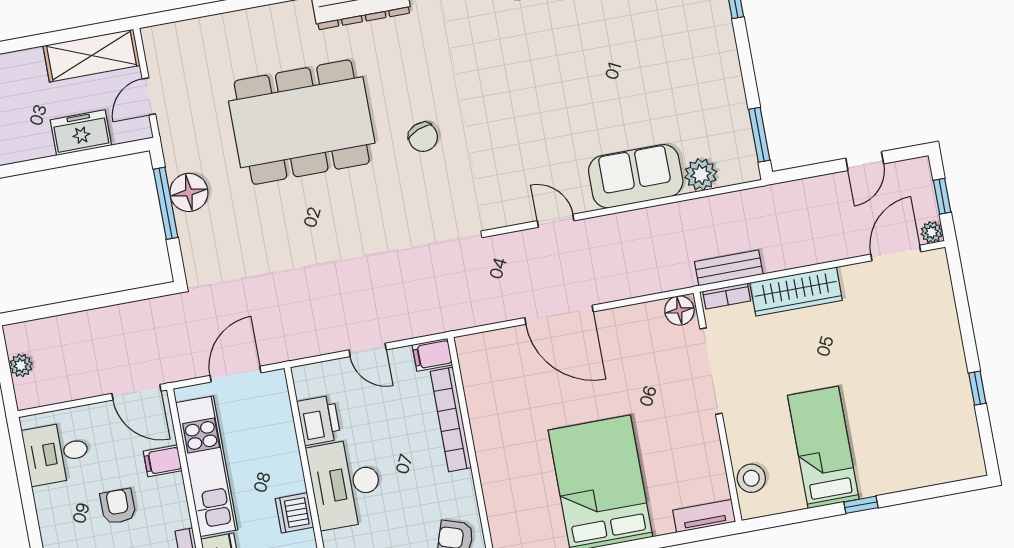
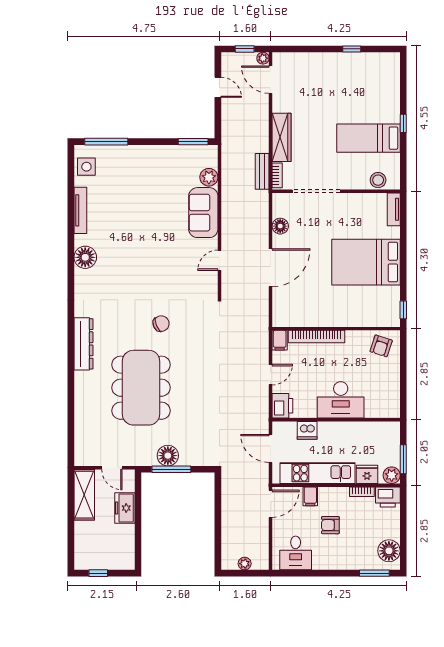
floor lamp: (679, 310) -> (280, 226), moved
printer: (319, 420) -> (282, 406), moved, turned 90
dishwasher: (294, 513) -> (307, 430), moved

